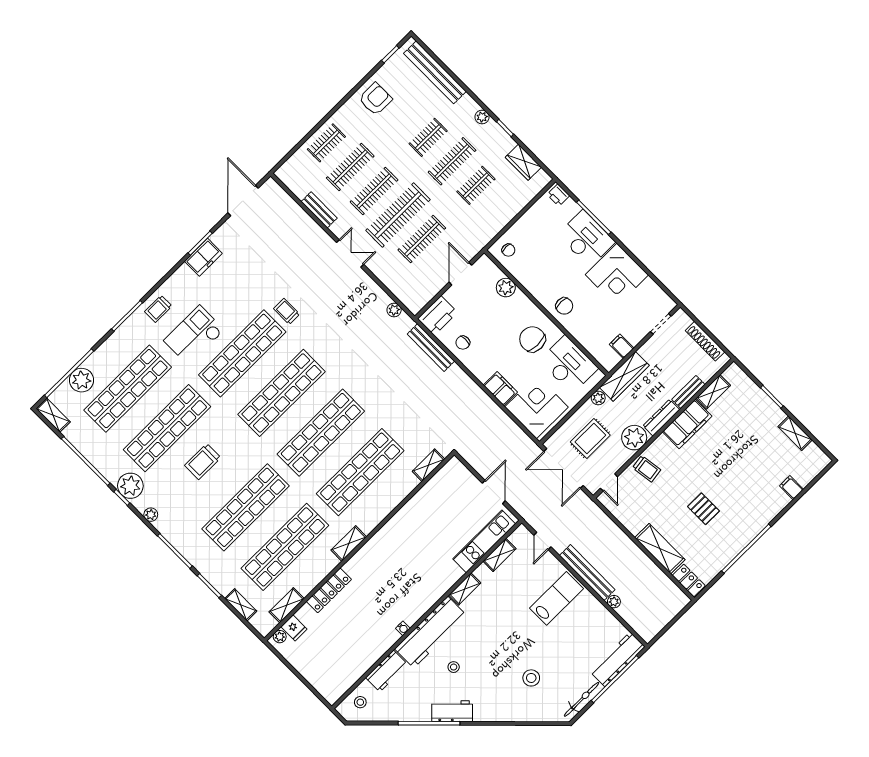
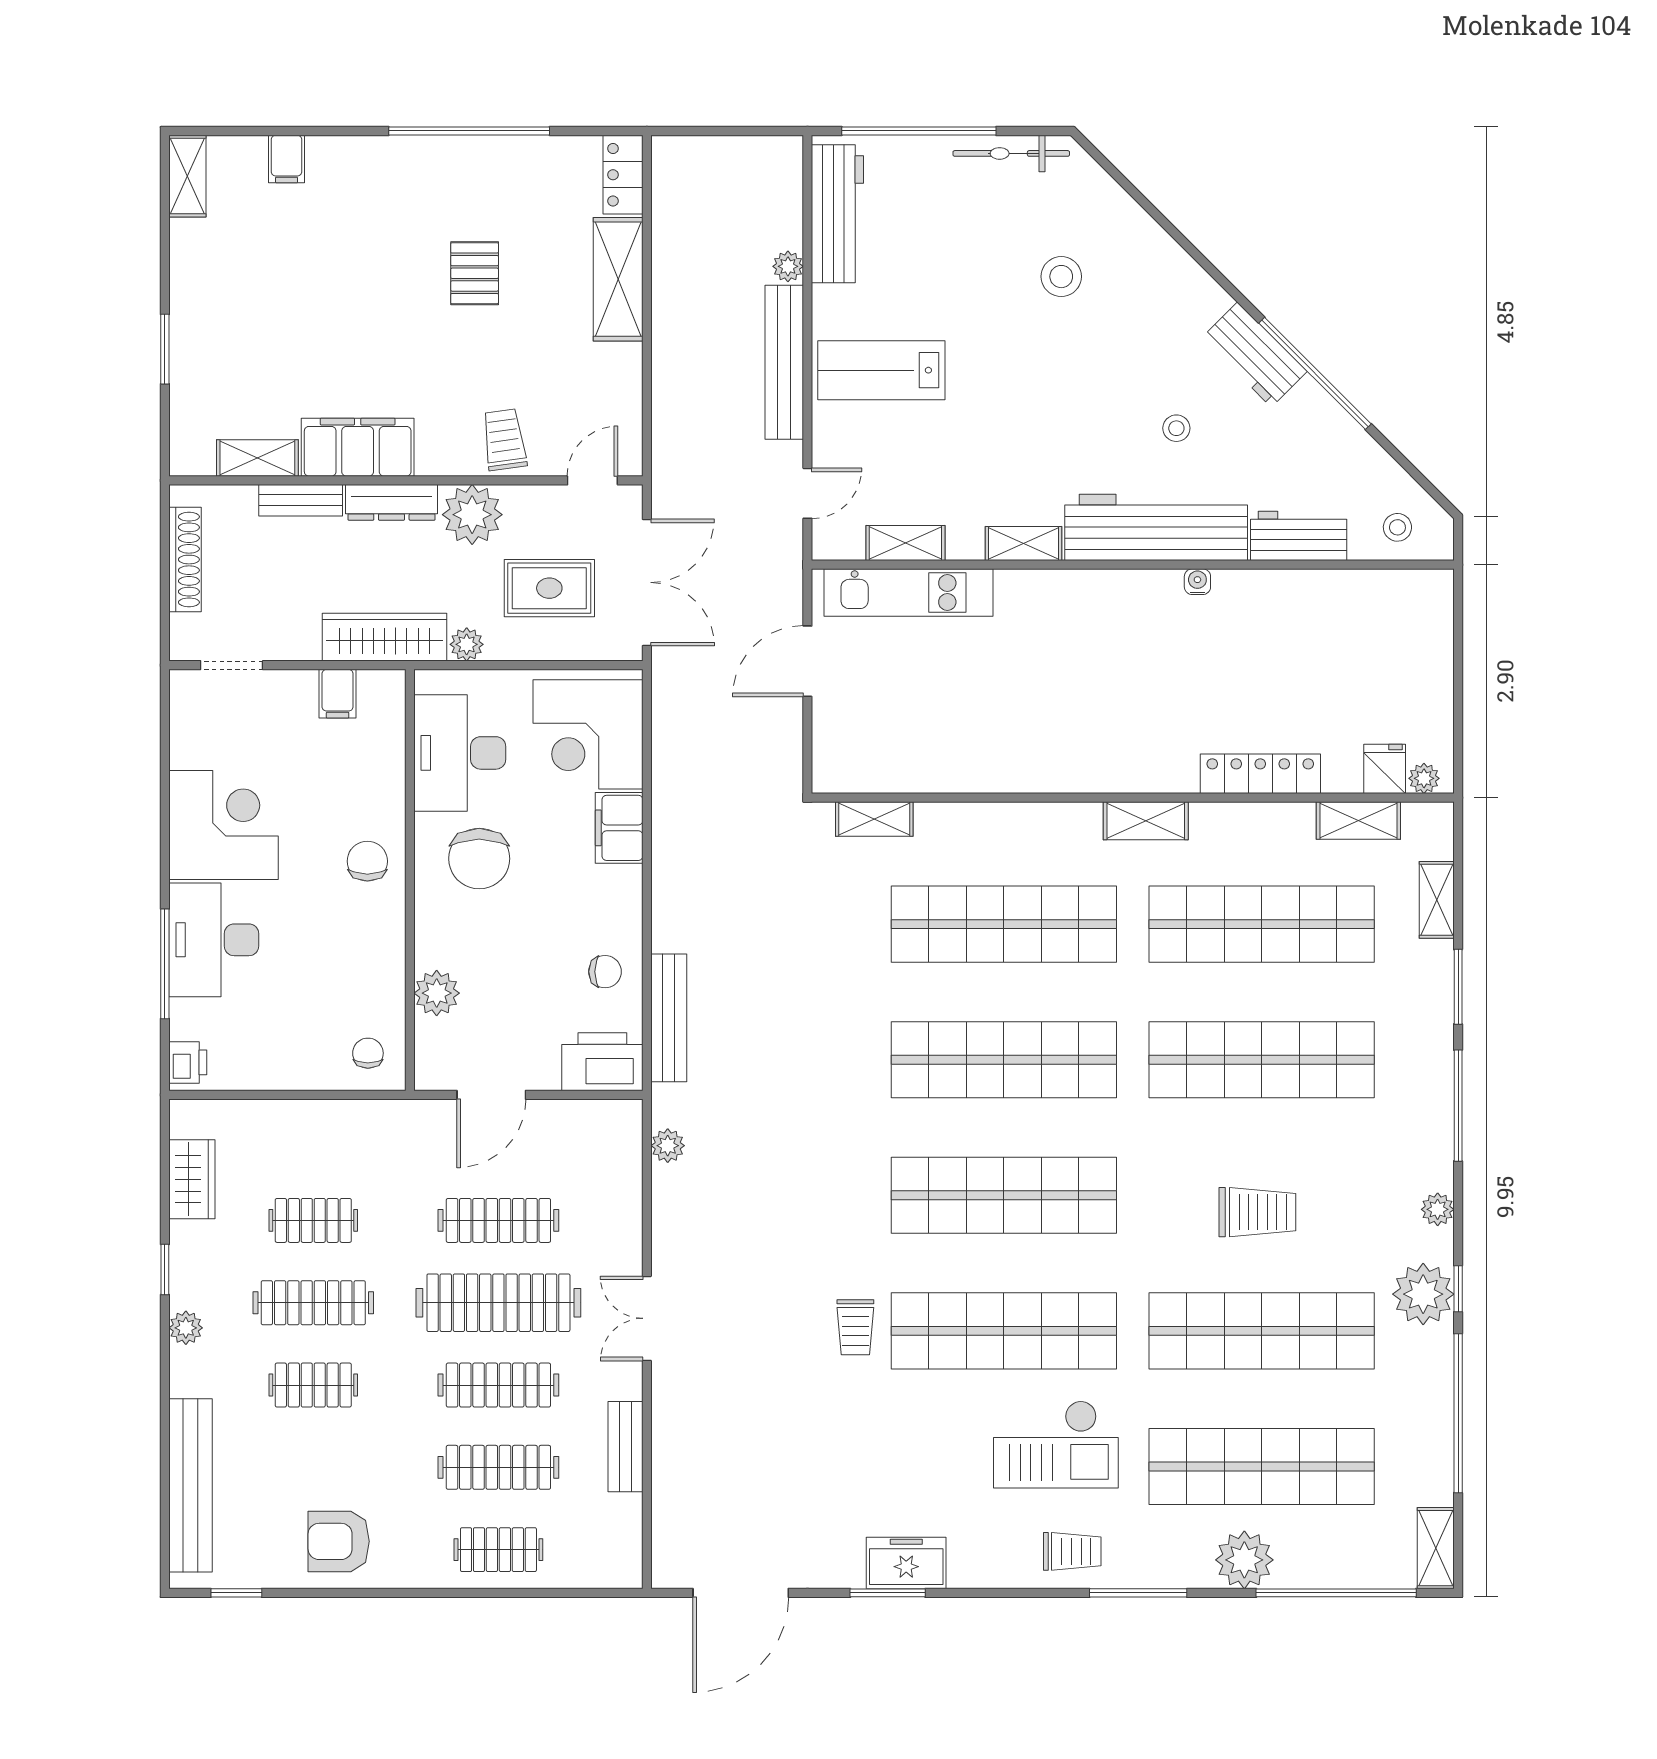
plant: (82, 380) -> (1244, 1560), moved
shelving: (795, 433) -> (187, 176), moved
workbench: (617, 659) -> (837, 214), moved, turned -90

